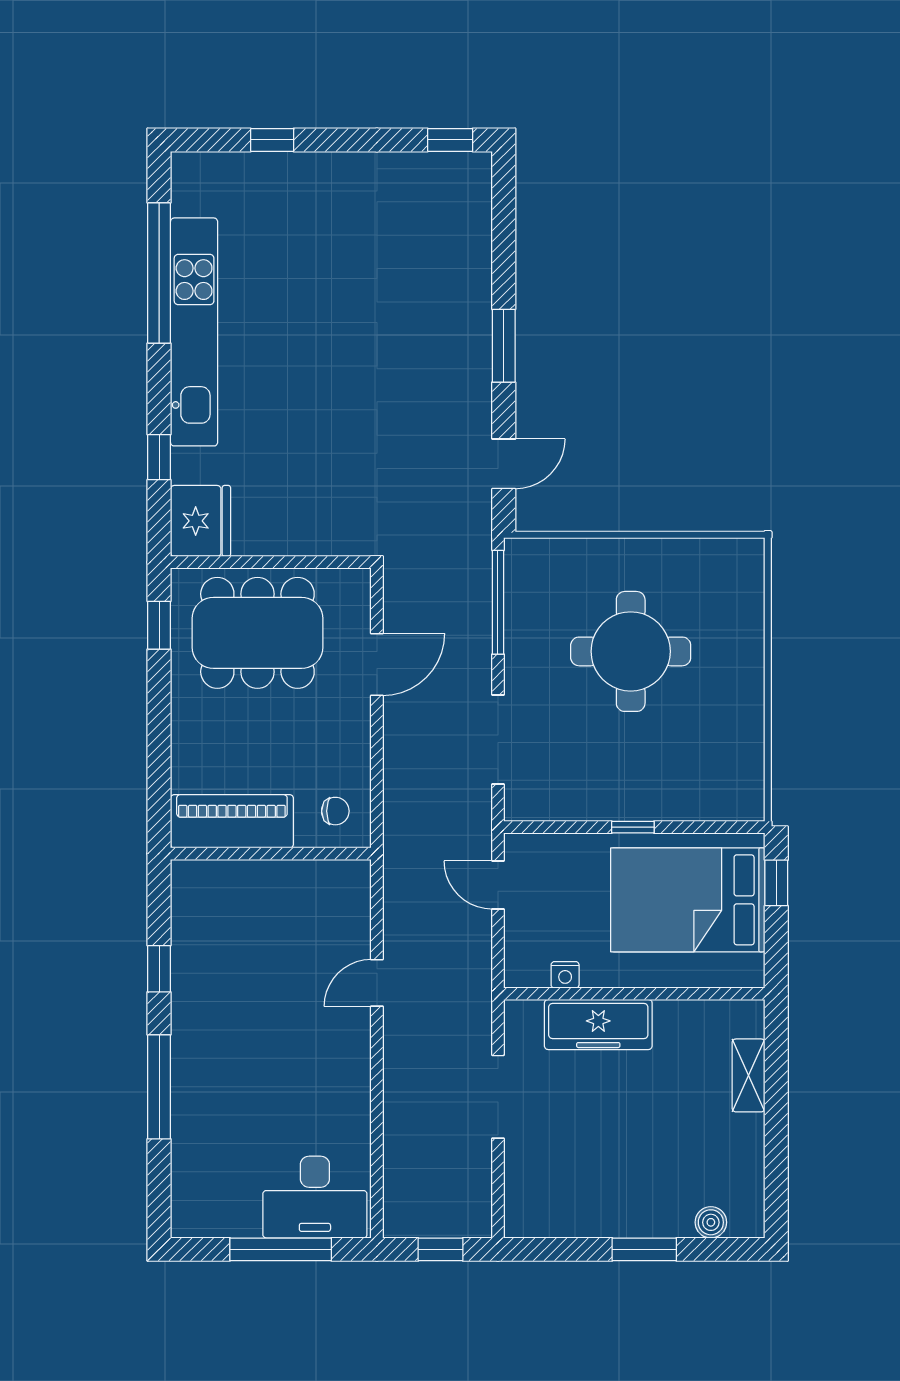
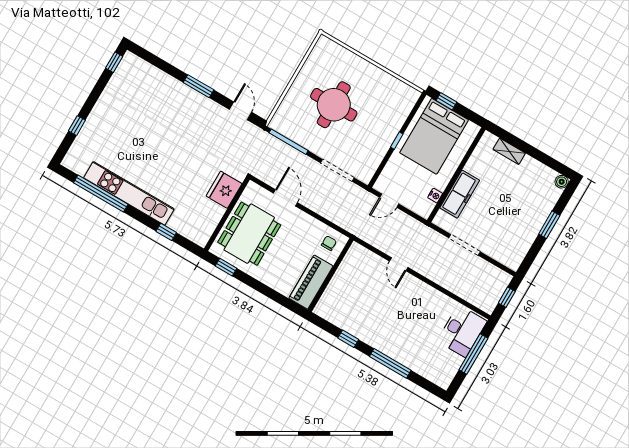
fridge: (201, 521) -> (224, 190), moved, turned -90
boiler: (711, 1222) -> (562, 182), moved

